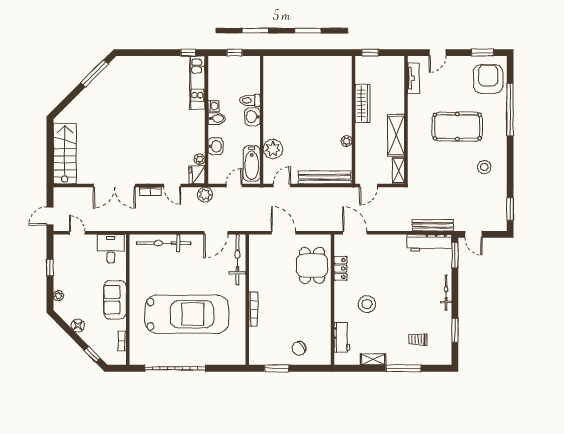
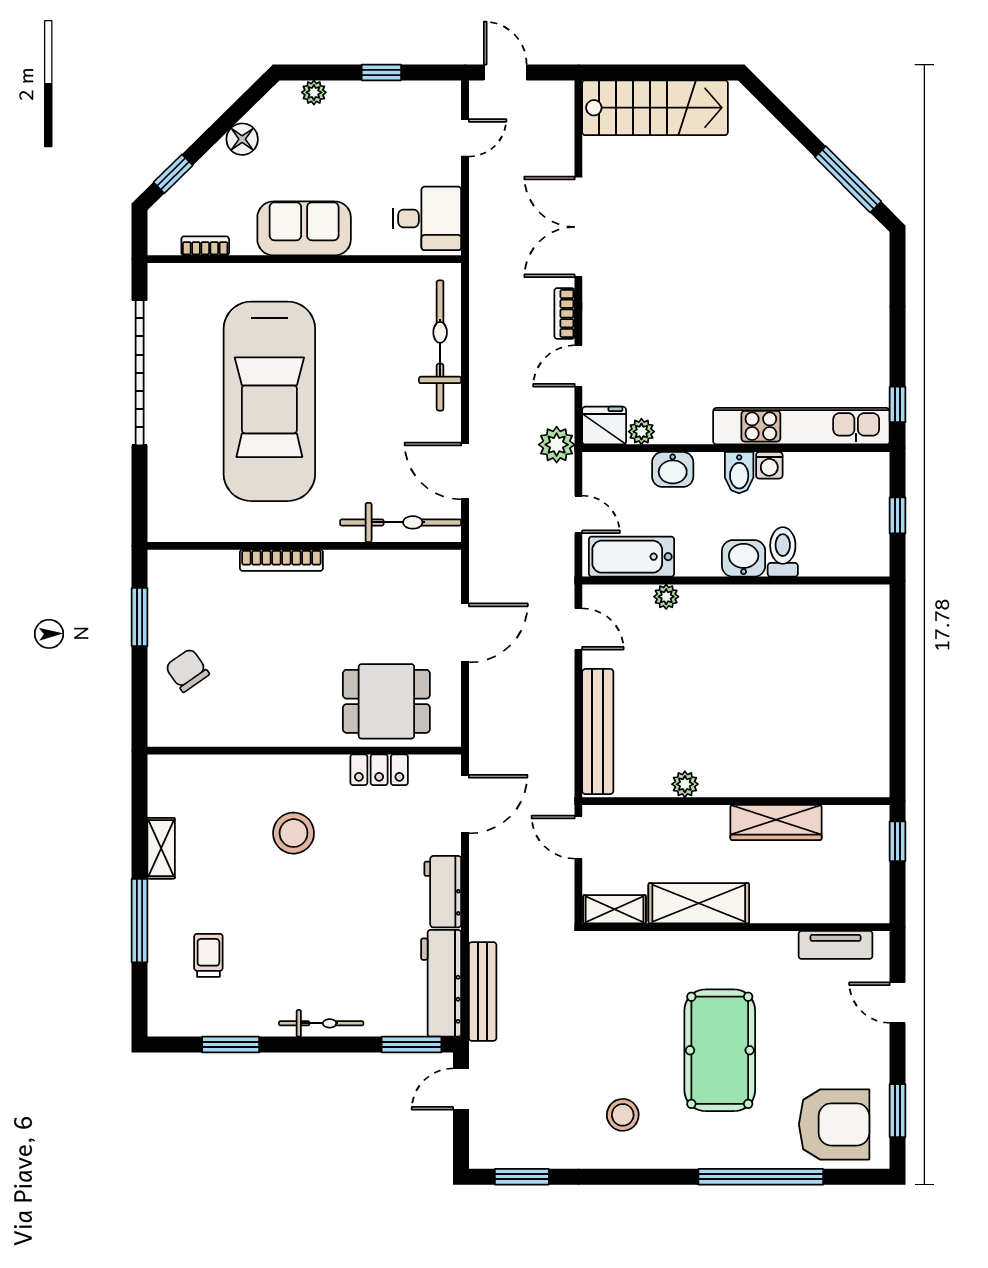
kitchen unit: (197, 83) -> (801, 426), width x1.36
plant: (273, 149) -> (666, 597), width x0.53, depth x0.53
workbench: (342, 338) -> (443, 892), moved, turned 90

